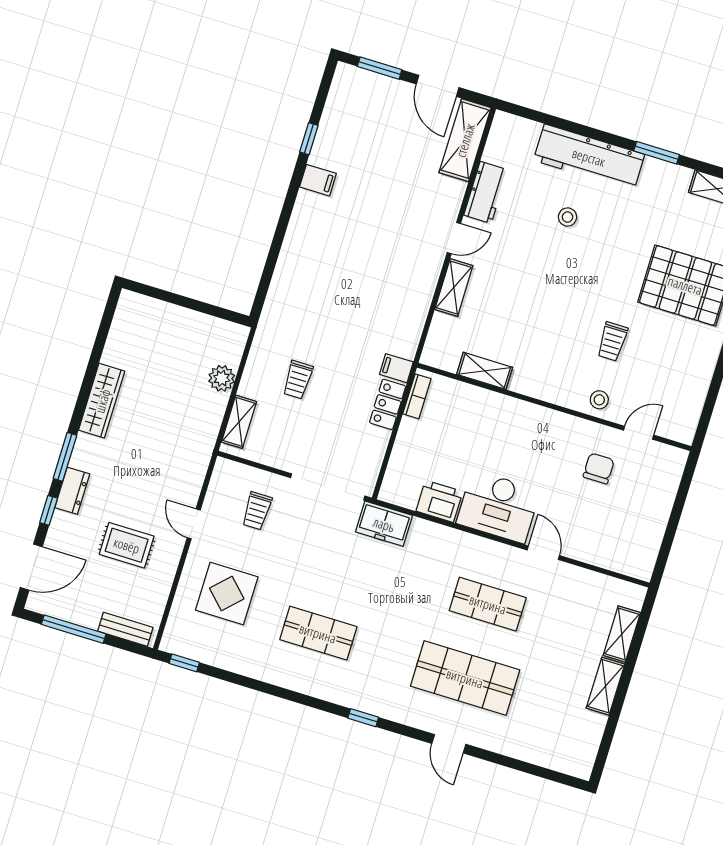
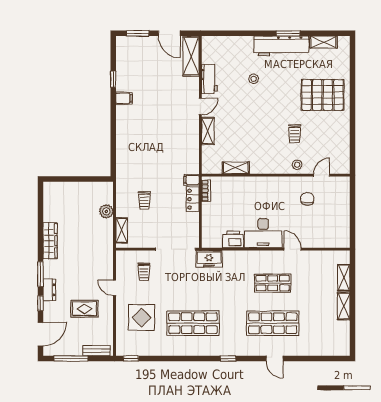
workbench: (589, 157) -> (281, 46), moved
shop shelf: (318, 633) -> (193, 323), width x1.43, depth x1.36

